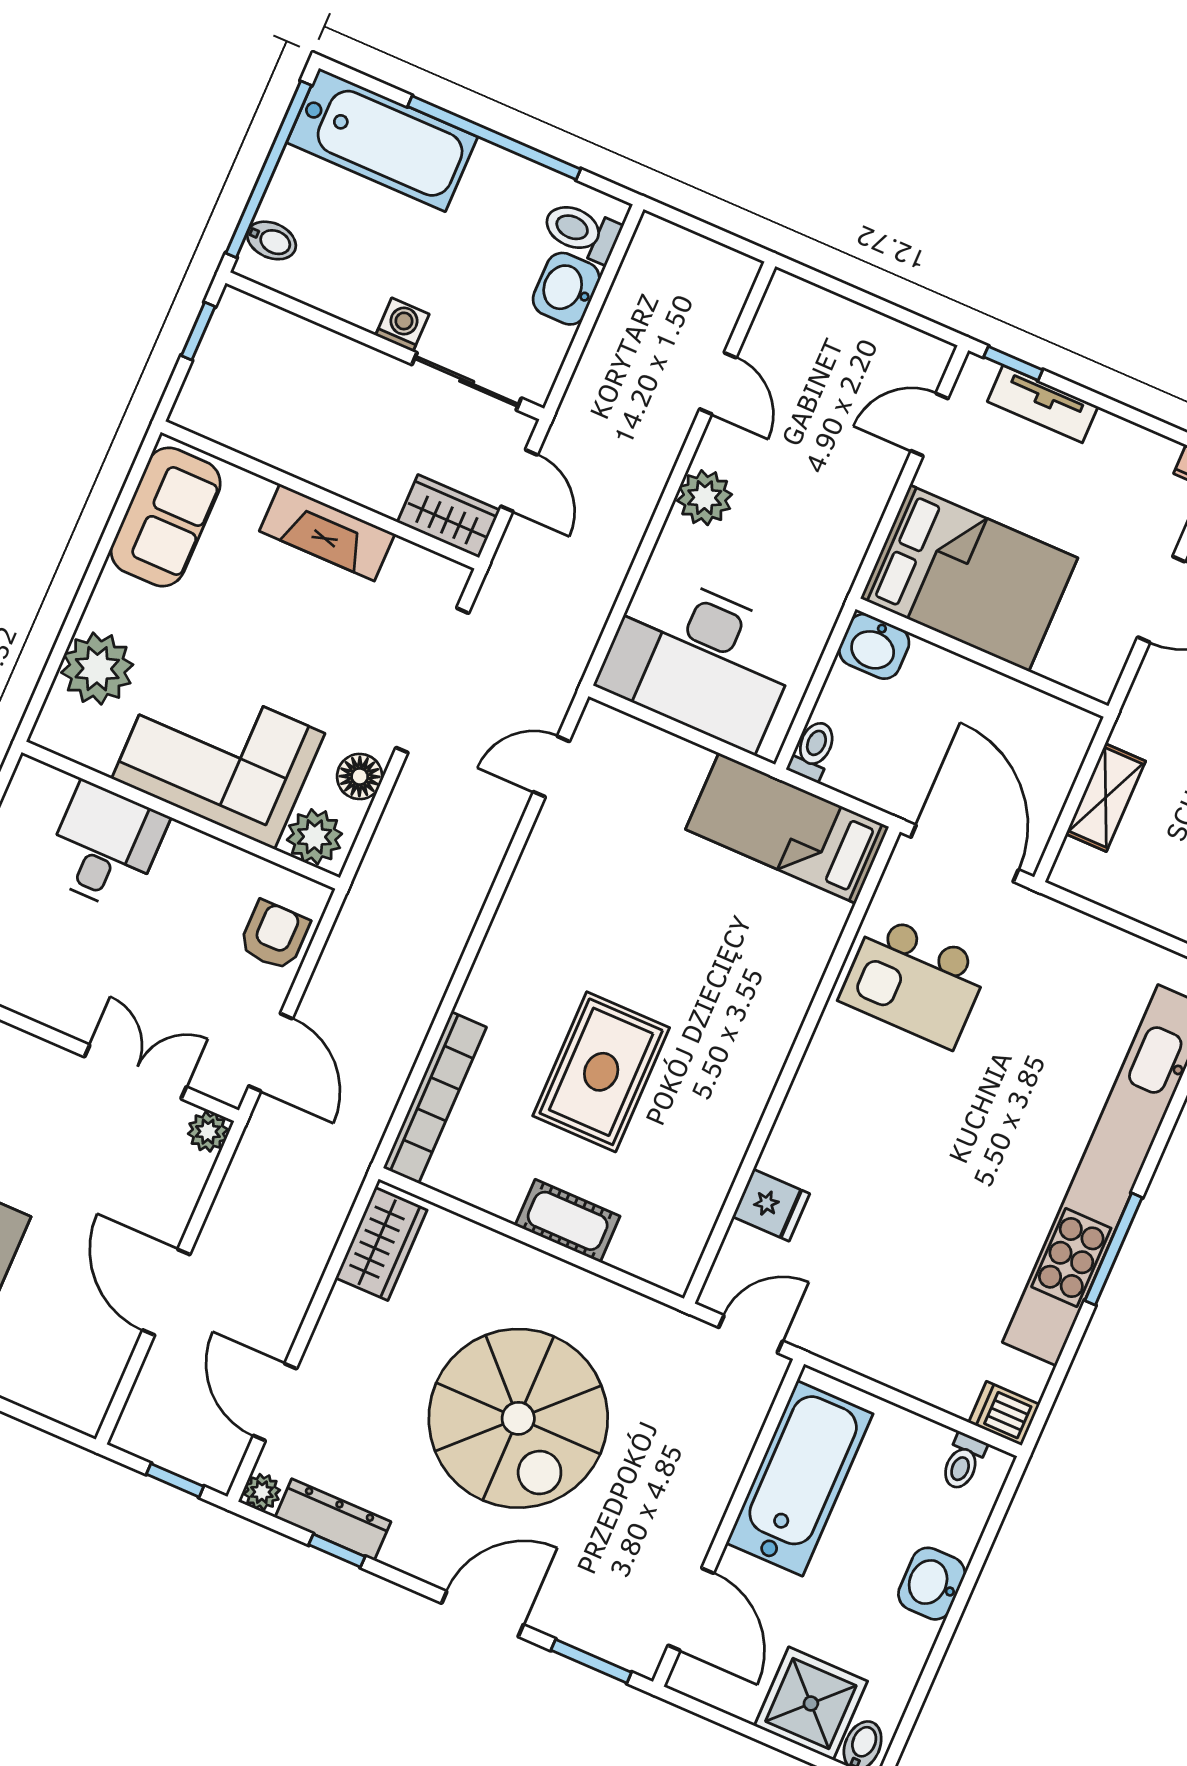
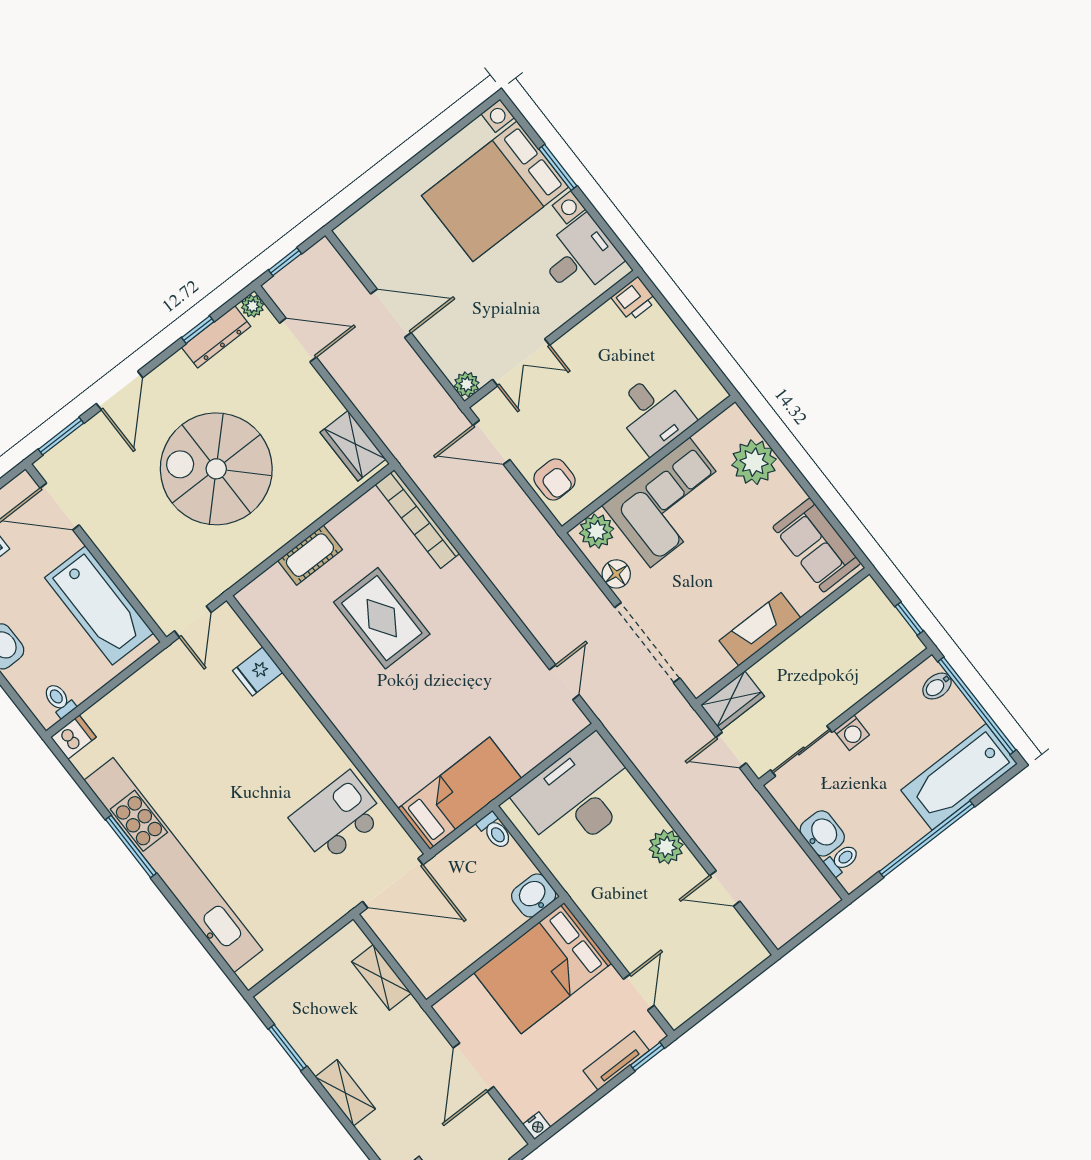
toilet: (581, 231) -> (842, 860), width x0.73, depth x0.72

